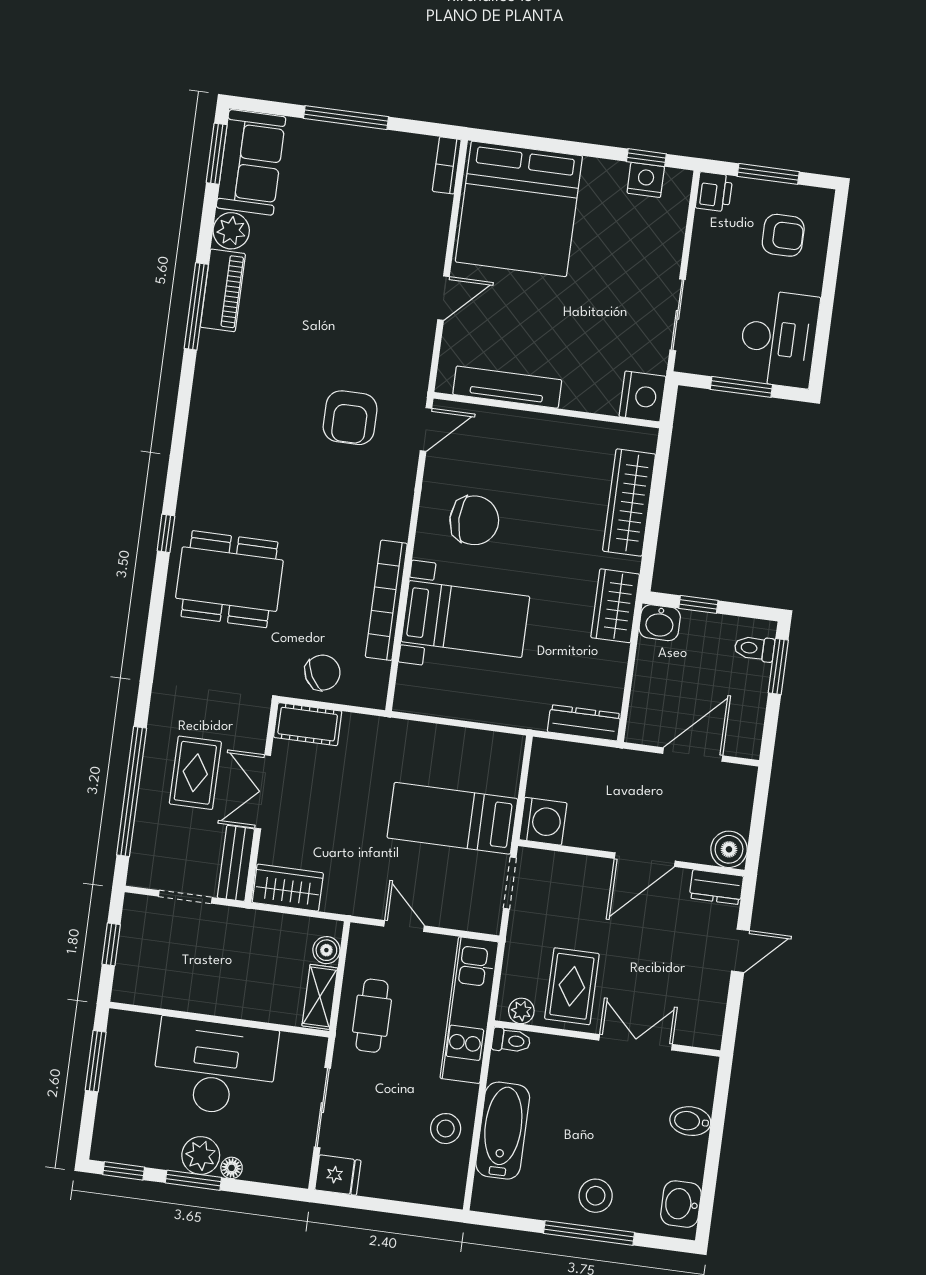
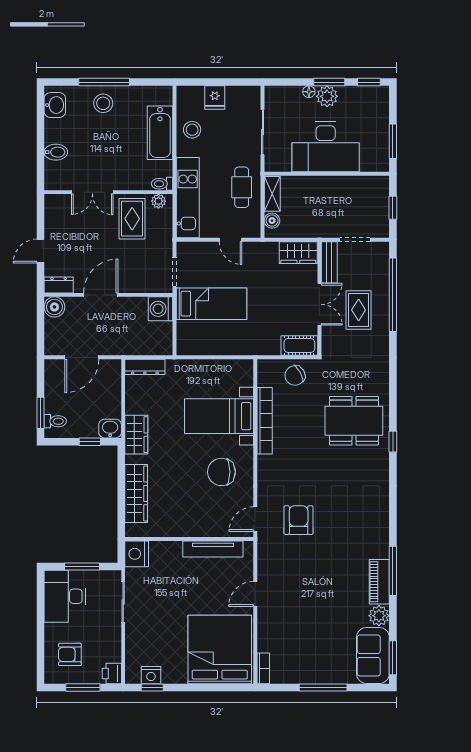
fridge: (338, 1175) -> (215, 98), moved, turned -90

